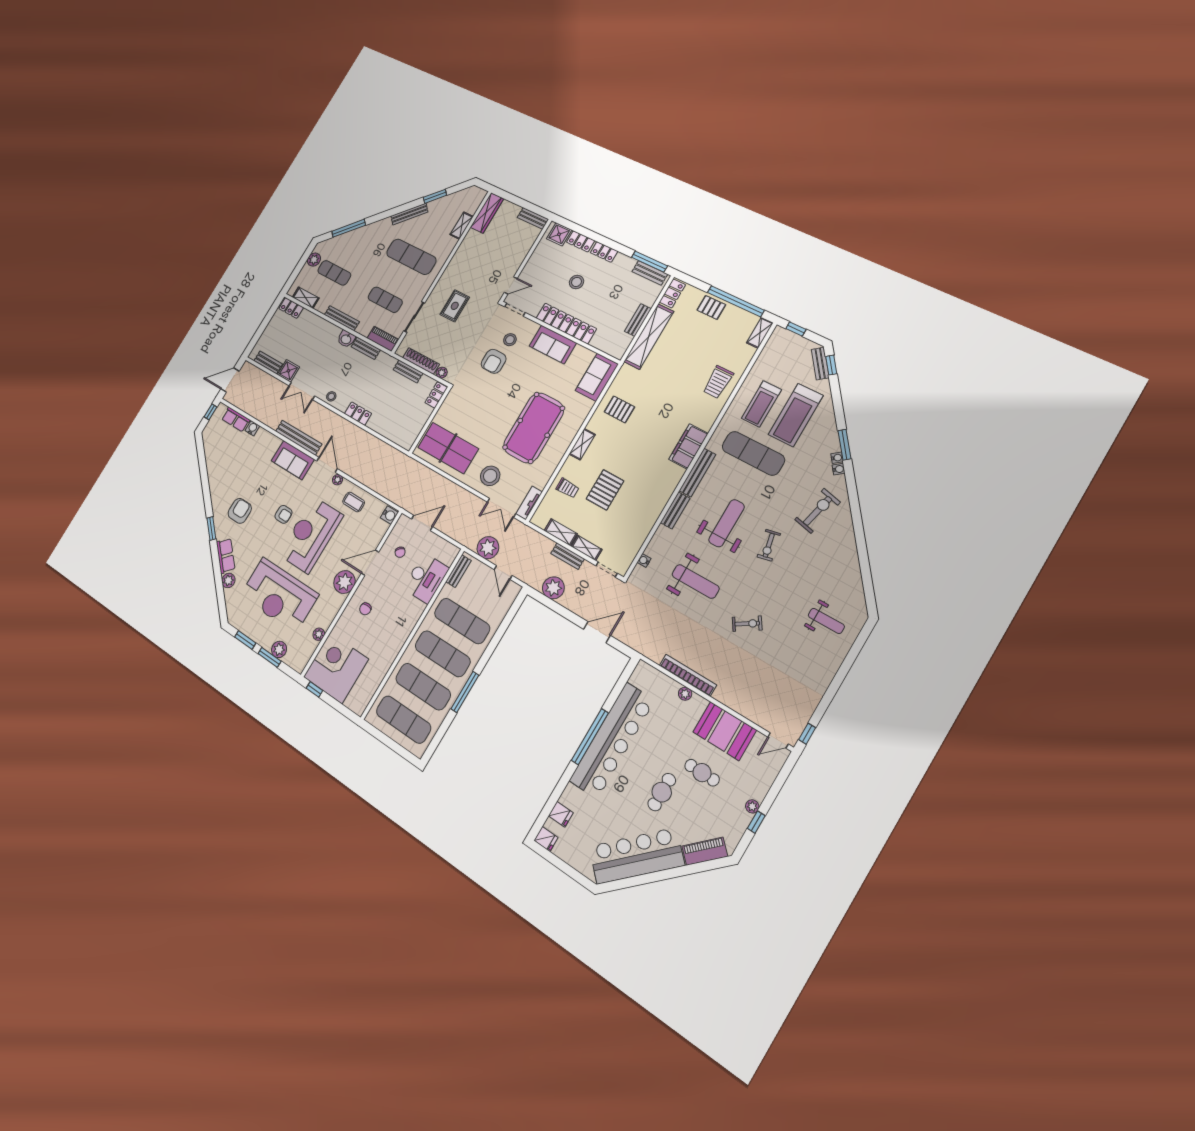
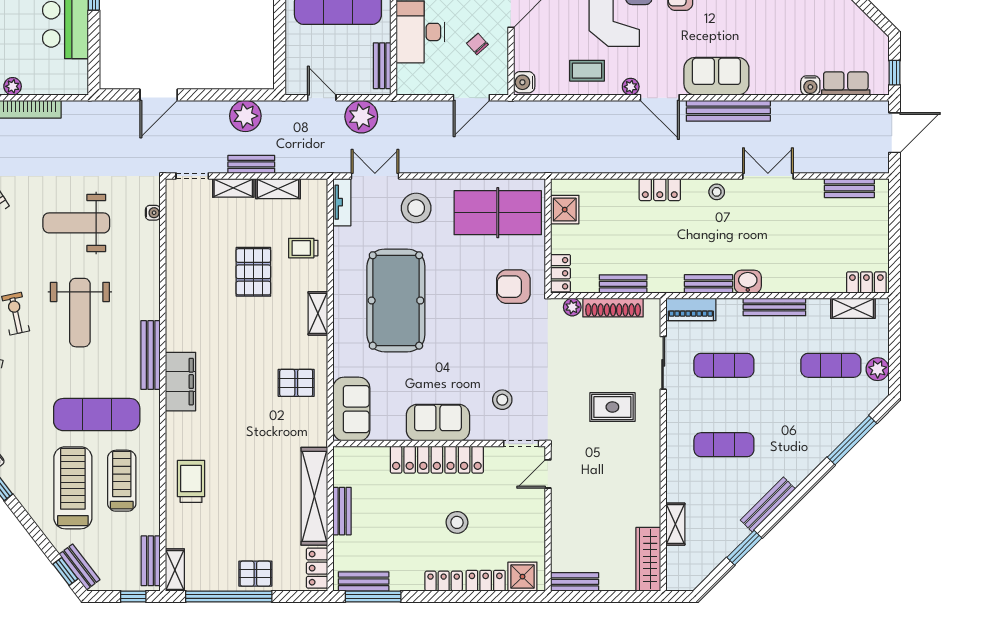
exercise mat: (411, 257) -> (724, 445), width x0.73, depth x0.69
rug: (455, 306) -> (612, 407), turned 90
armchair: (494, 361) -> (513, 287), moved, turned -90
shower: (288, 371) -> (565, 210), moved
bench: (675, 510) -> (151, 561), moved

